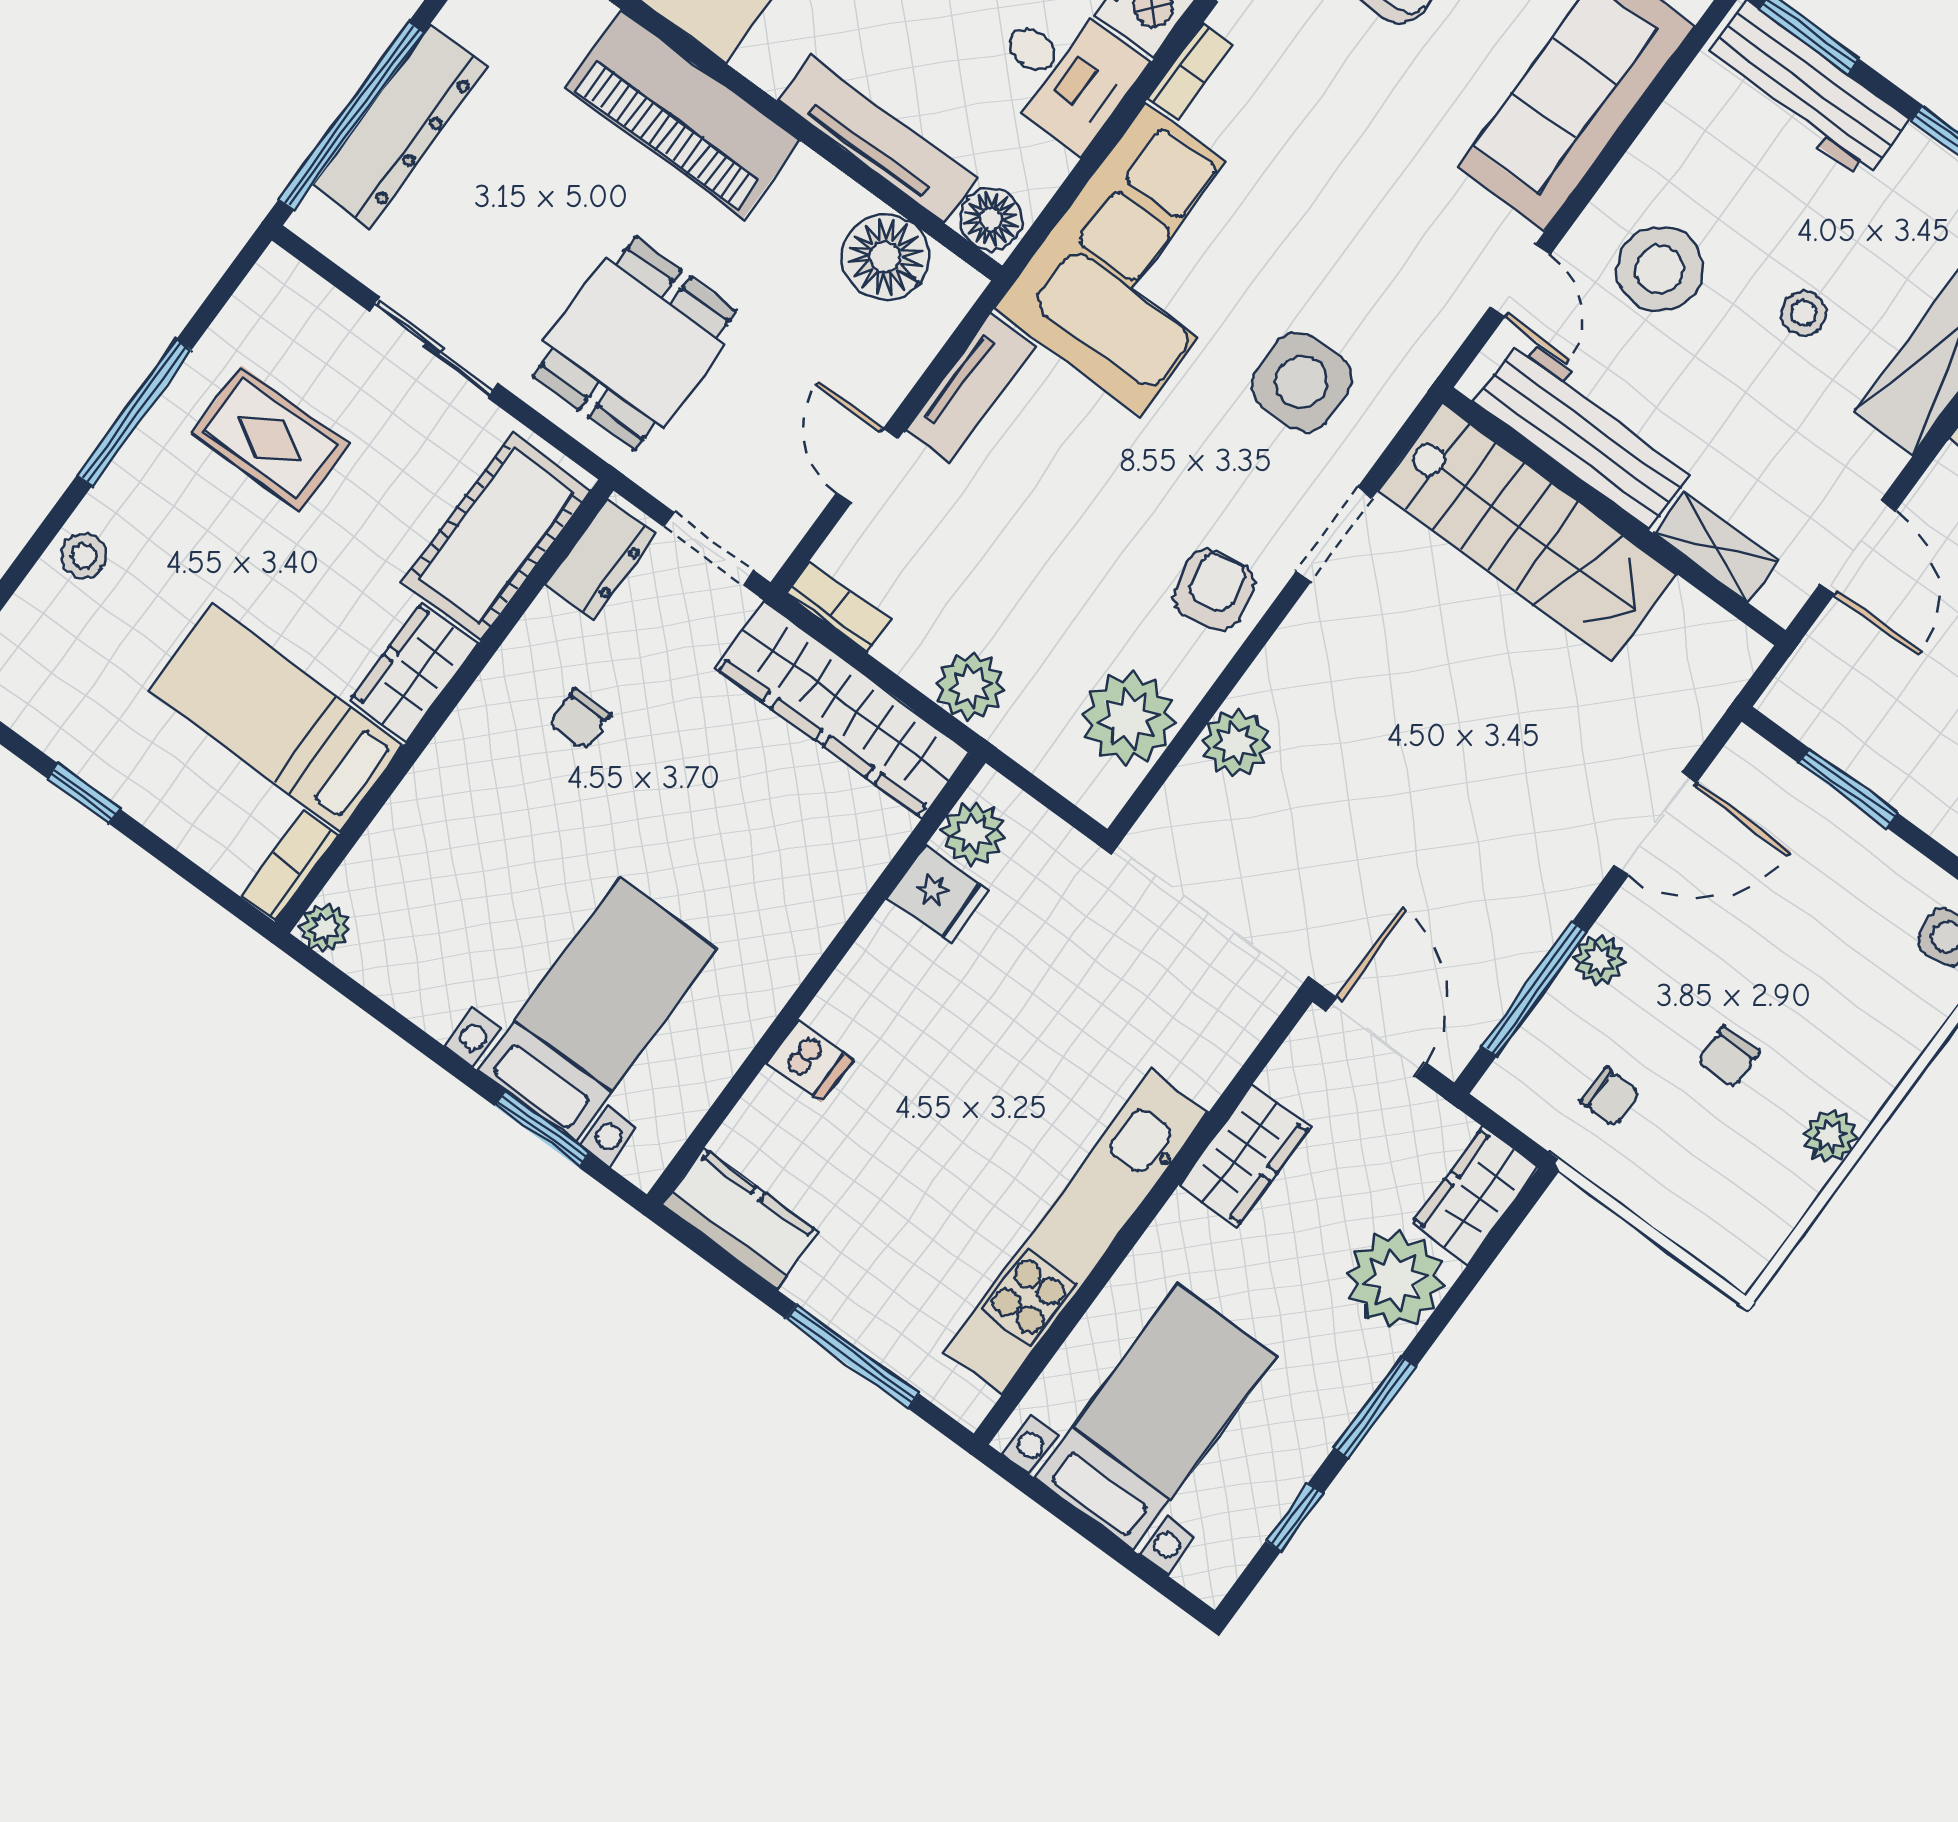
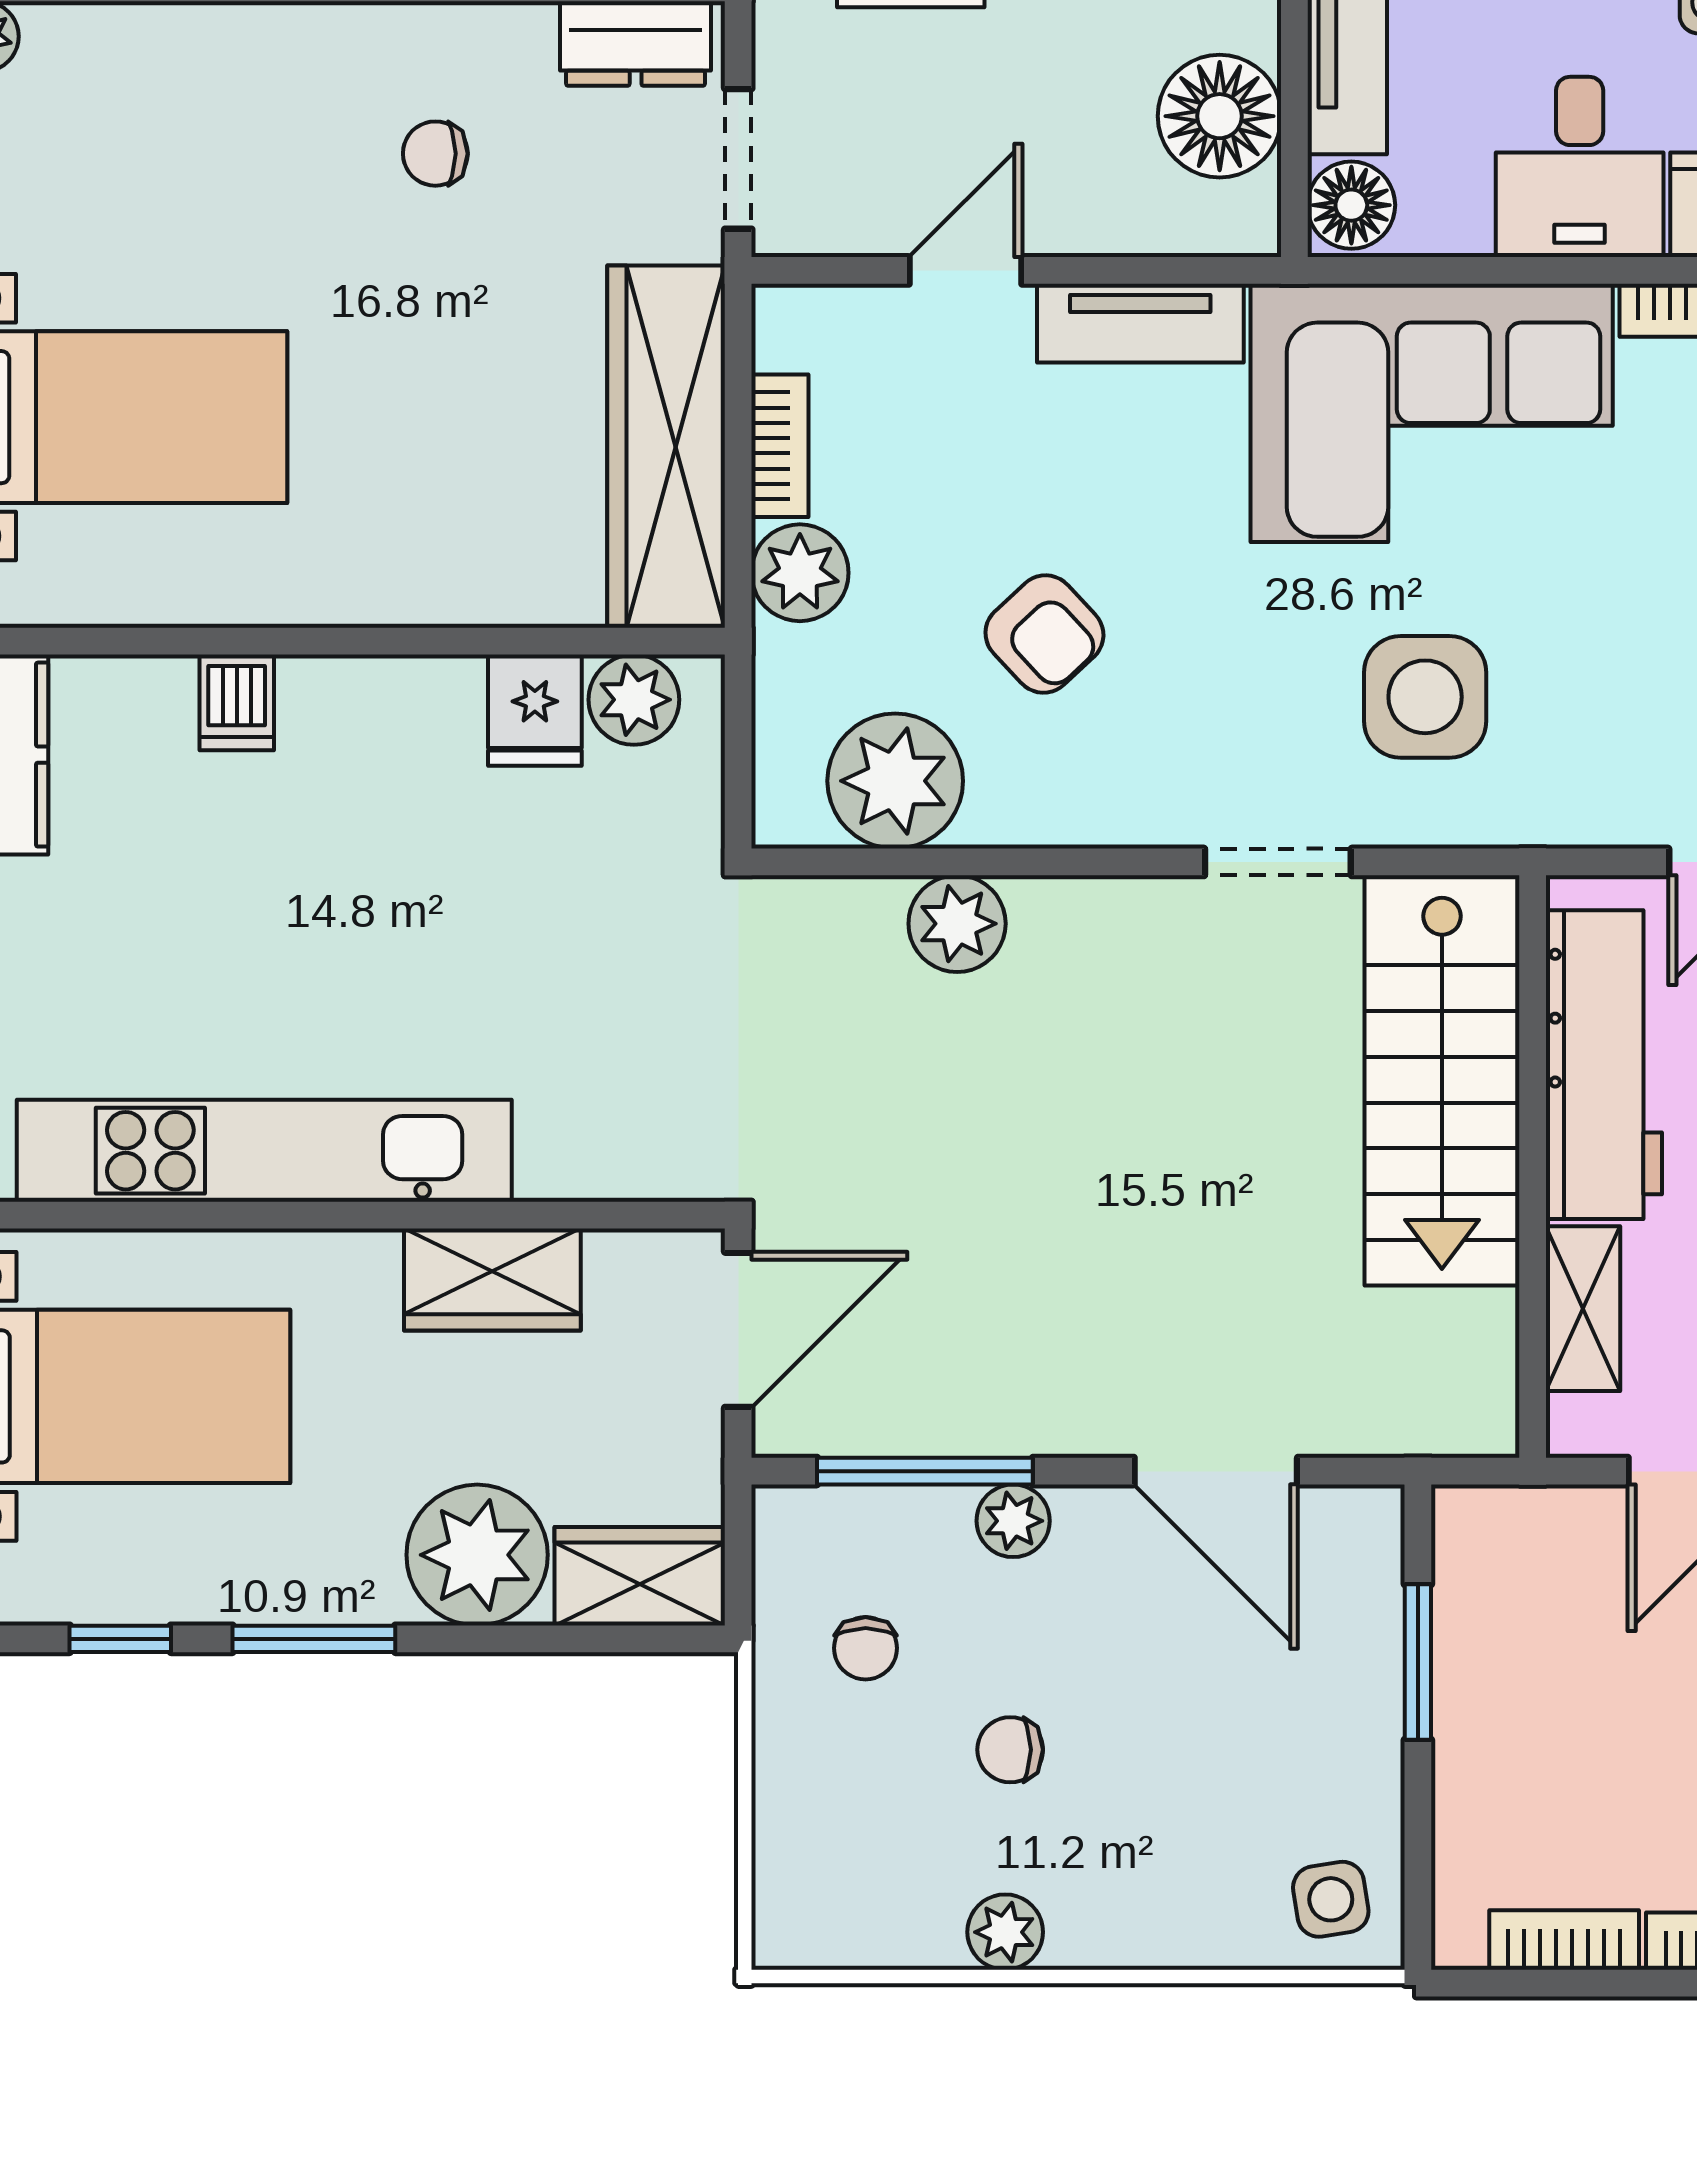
armchair: (1214, 590) -> (1044, 634), moved, turned 58
bookcase: (838, 607) -> (780, 446), moved

